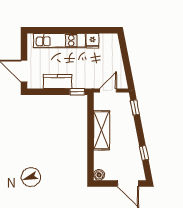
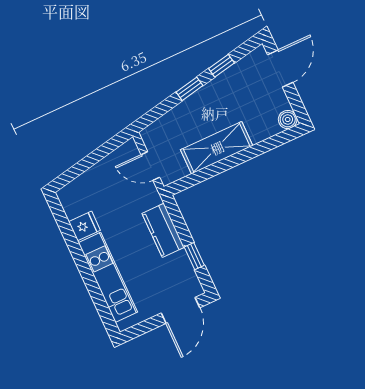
kitchen counter: (58, 81) -> (163, 230), moved
window: (77, 92) -> (194, 256), moved
window: (135, 108) -> (190, 89), moved

